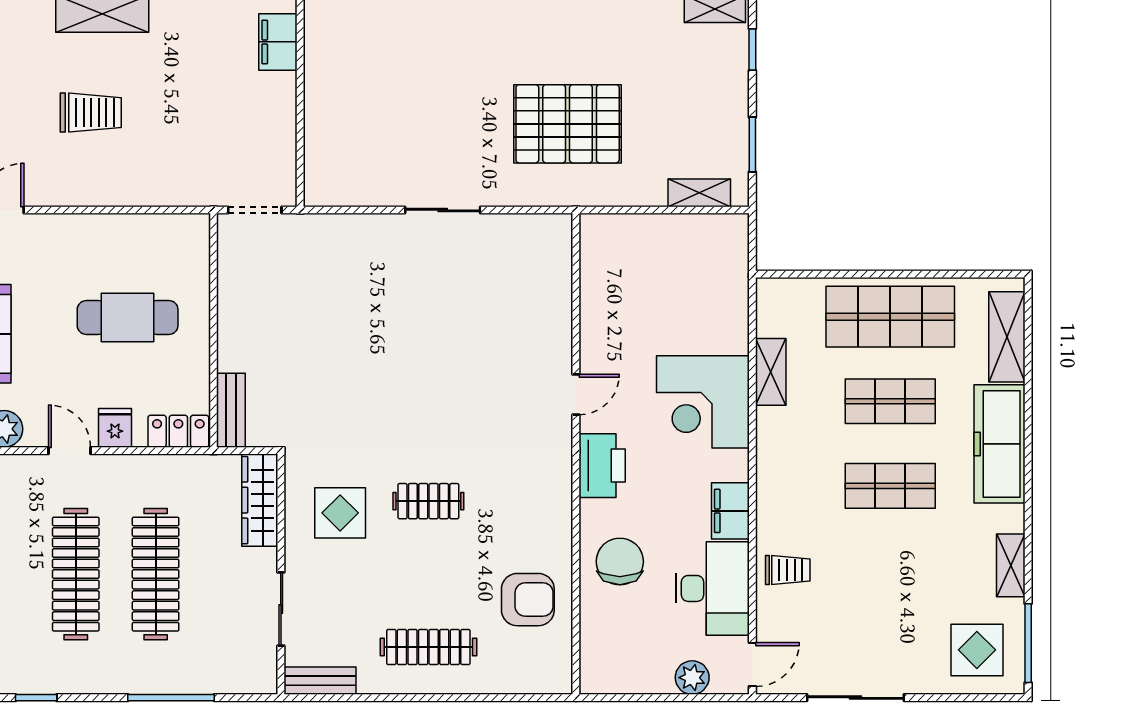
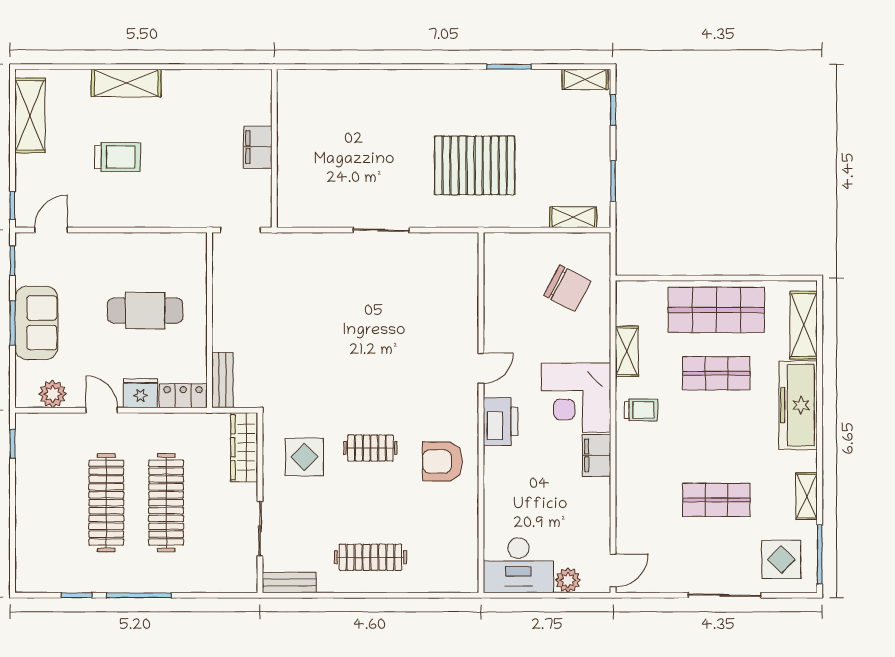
filing cabinet: (278, 42) -> (258, 147), moved
corner desk: (703, 402) -> (576, 398), moved
fridge: (115, 428) -> (140, 393), width x1.38
shop shelf: (890, 486) -> (716, 500), moved
chair: (620, 562) -> (567, 288), moved, turned 118
trolley: (788, 570) -> (641, 410), moved
desk: (712, 588) -> (518, 565), moved, turned 90
armchair: (528, 600) -> (443, 461), moved, turned 180
window: (171, 698) -> (139, 595), moved
sliding door: (856, 698) -> (725, 595), moved

